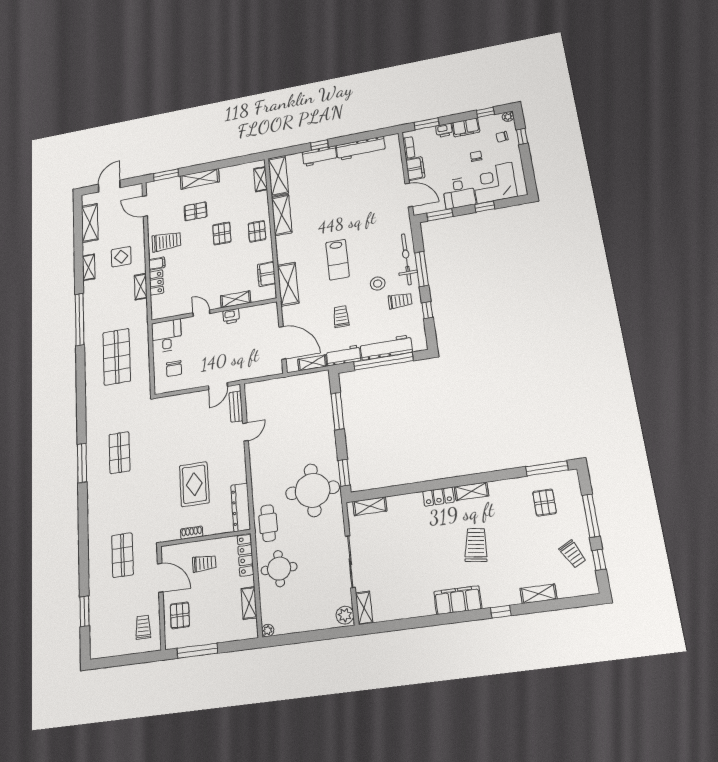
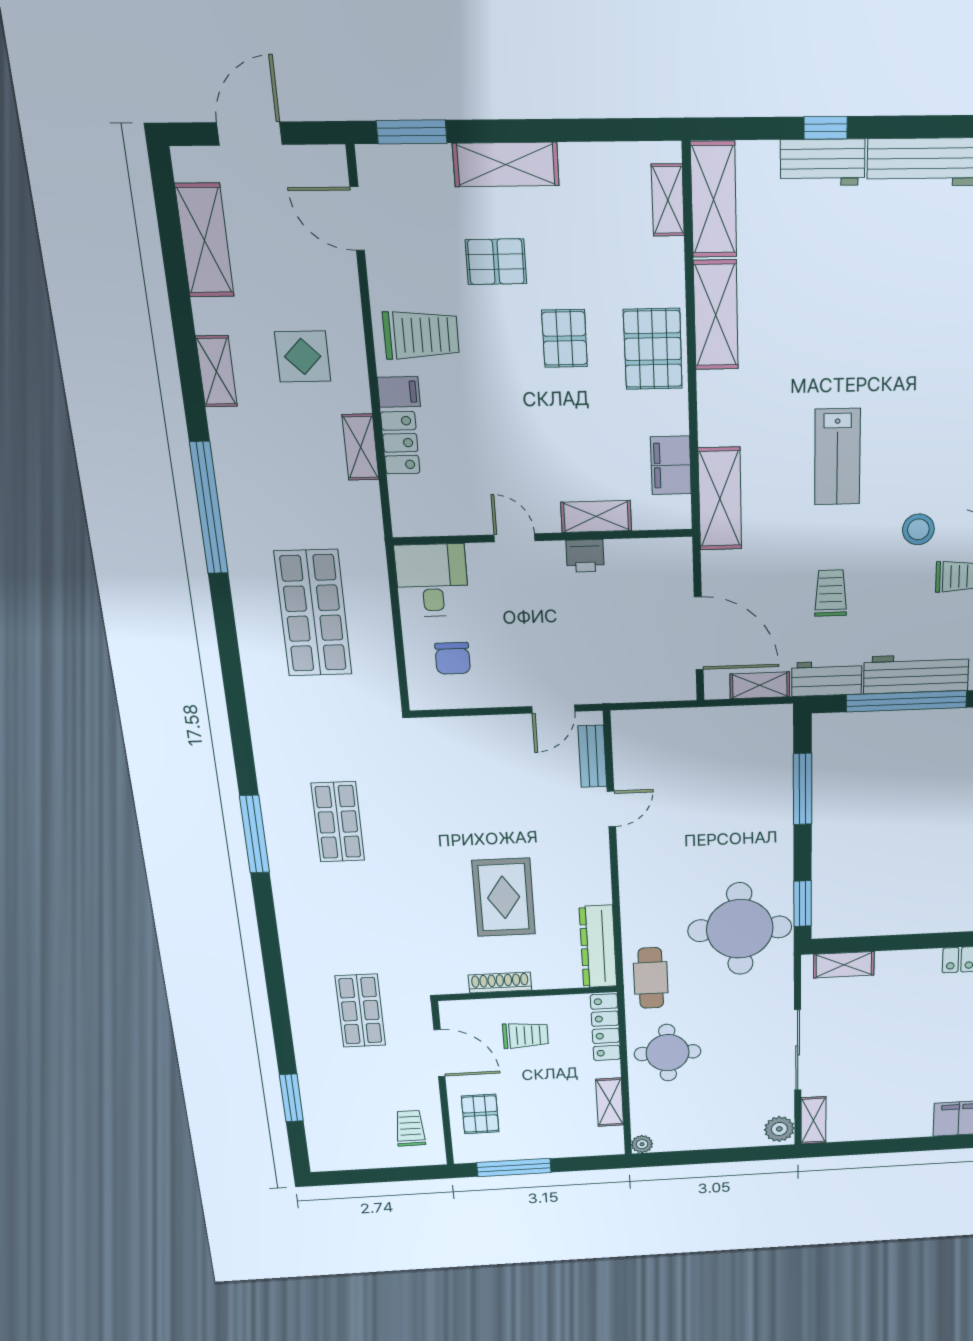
pallet: (257, 231) -> (653, 349), width x1.50, depth x1.42
shoe rack: (192, 533) -> (500, 983), width x1.43

